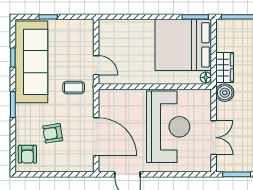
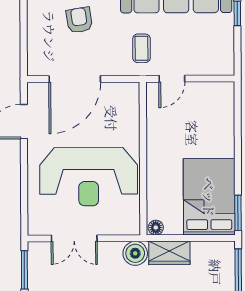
bed: (183, 45) -> (209, 197), width x0.73

